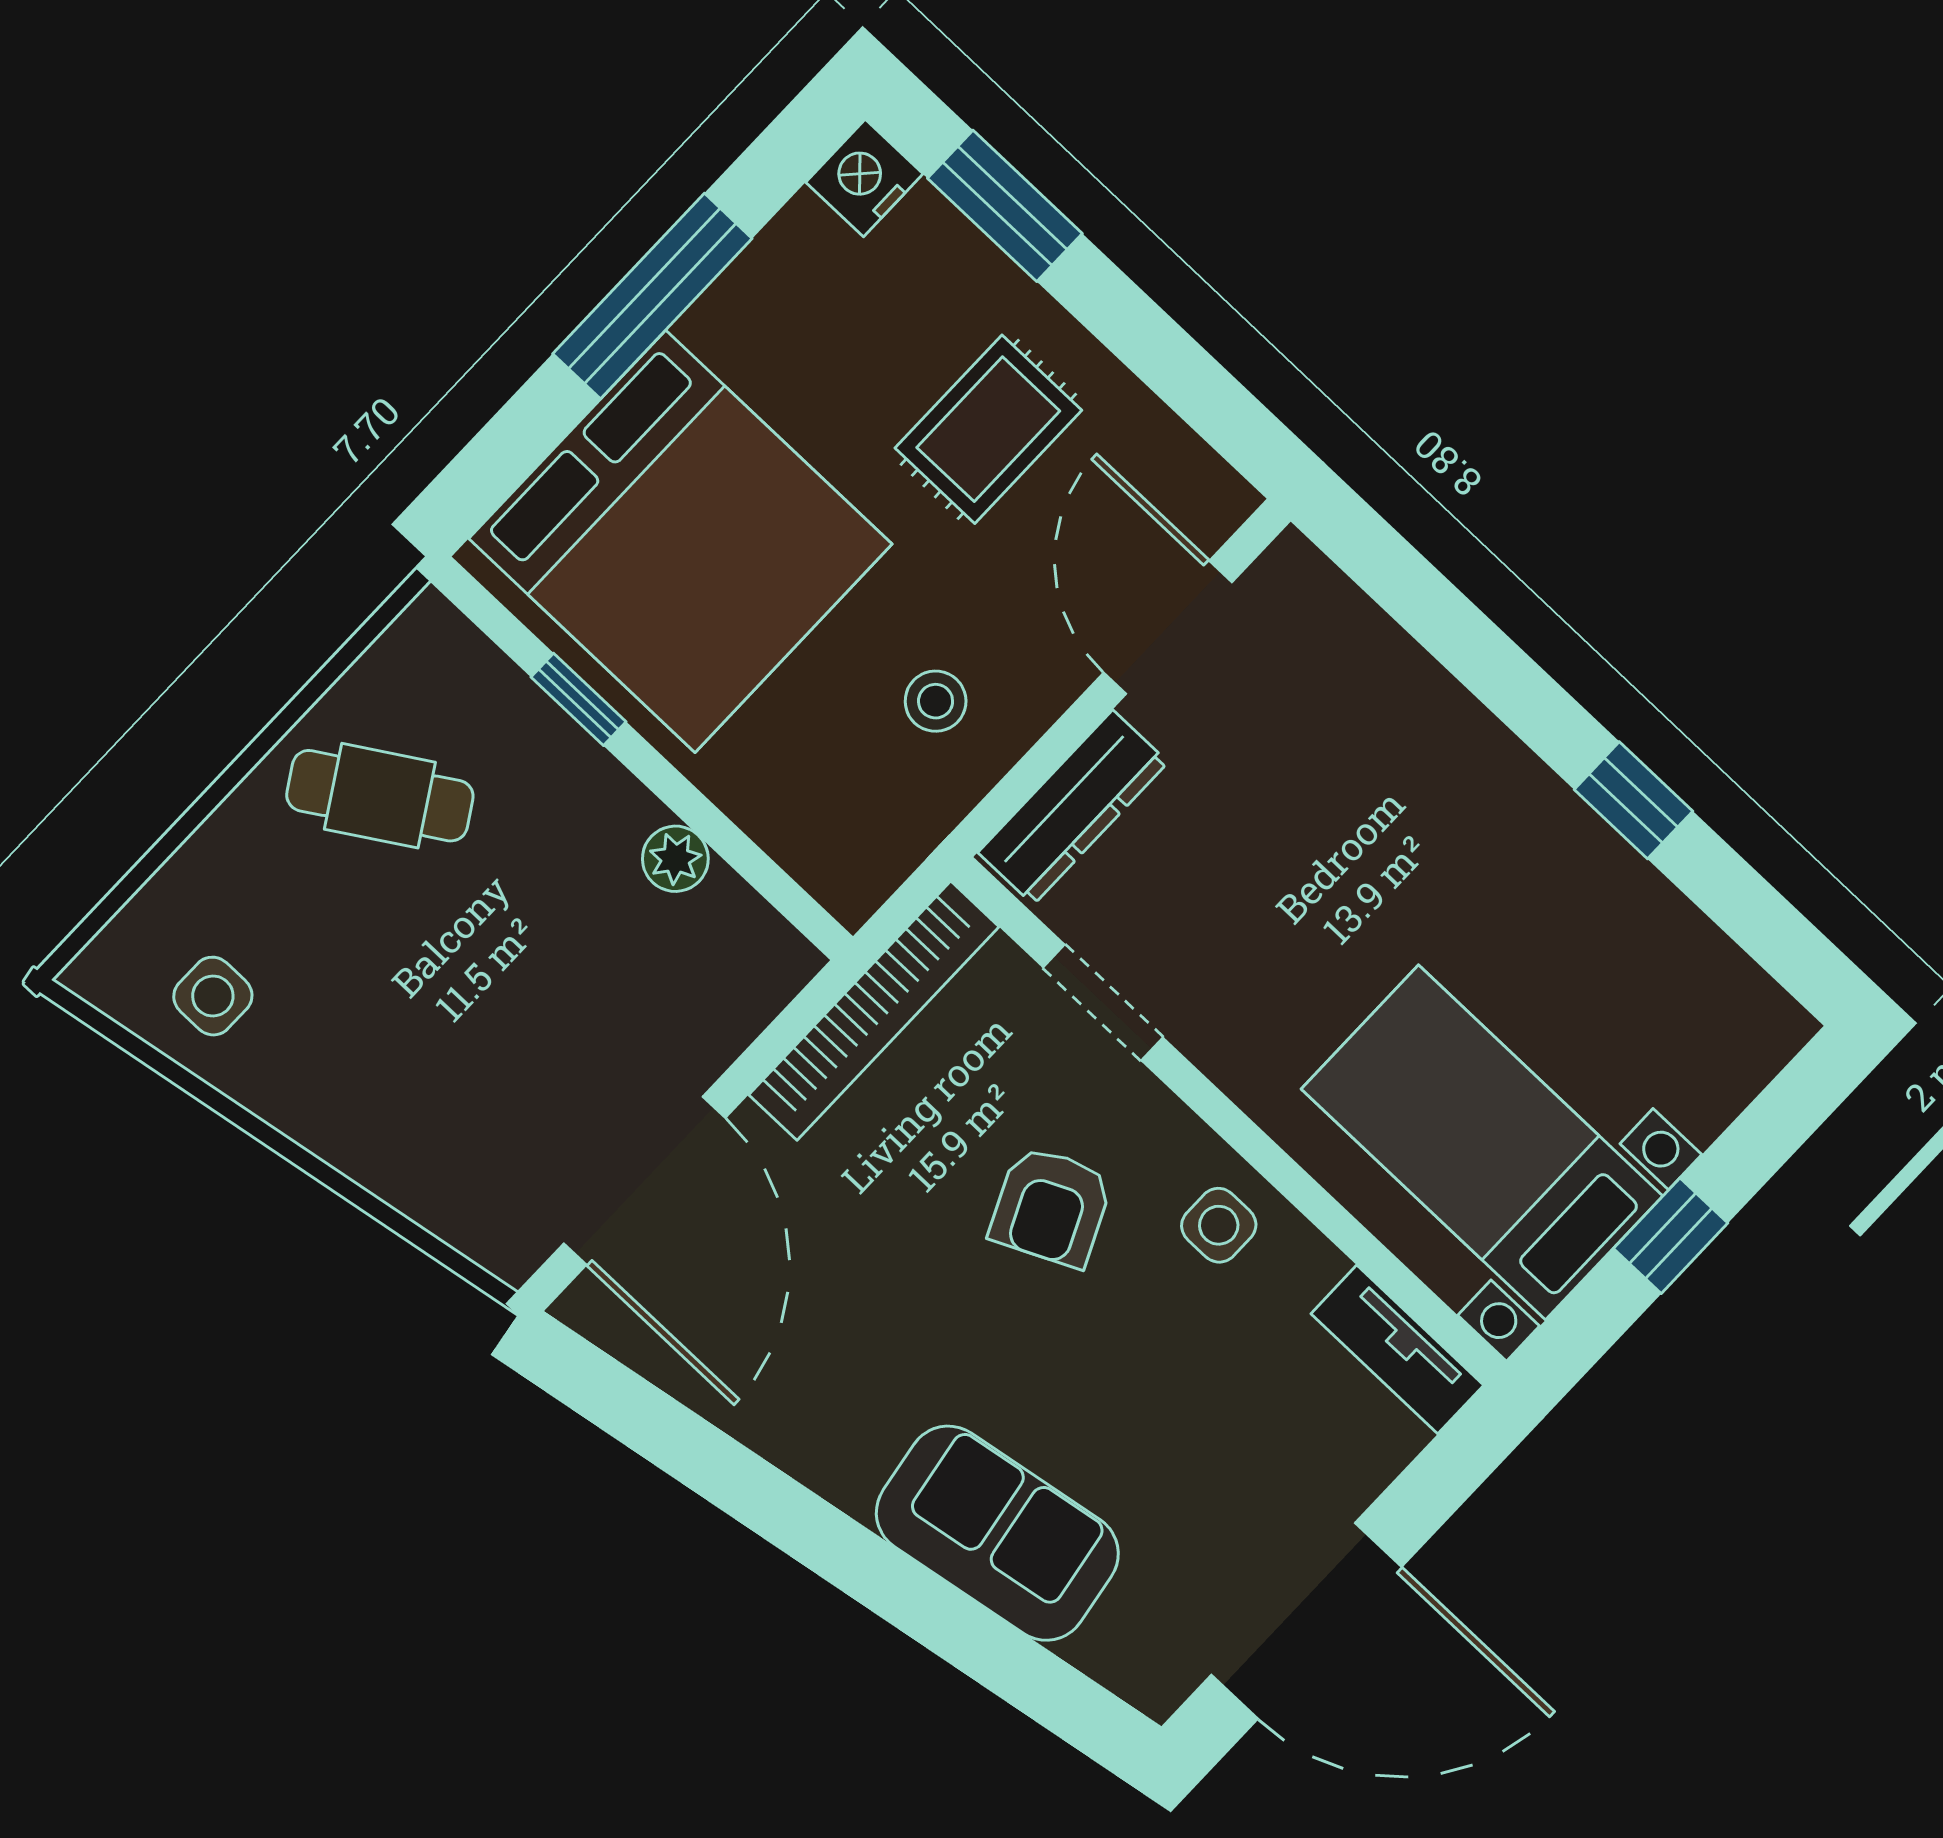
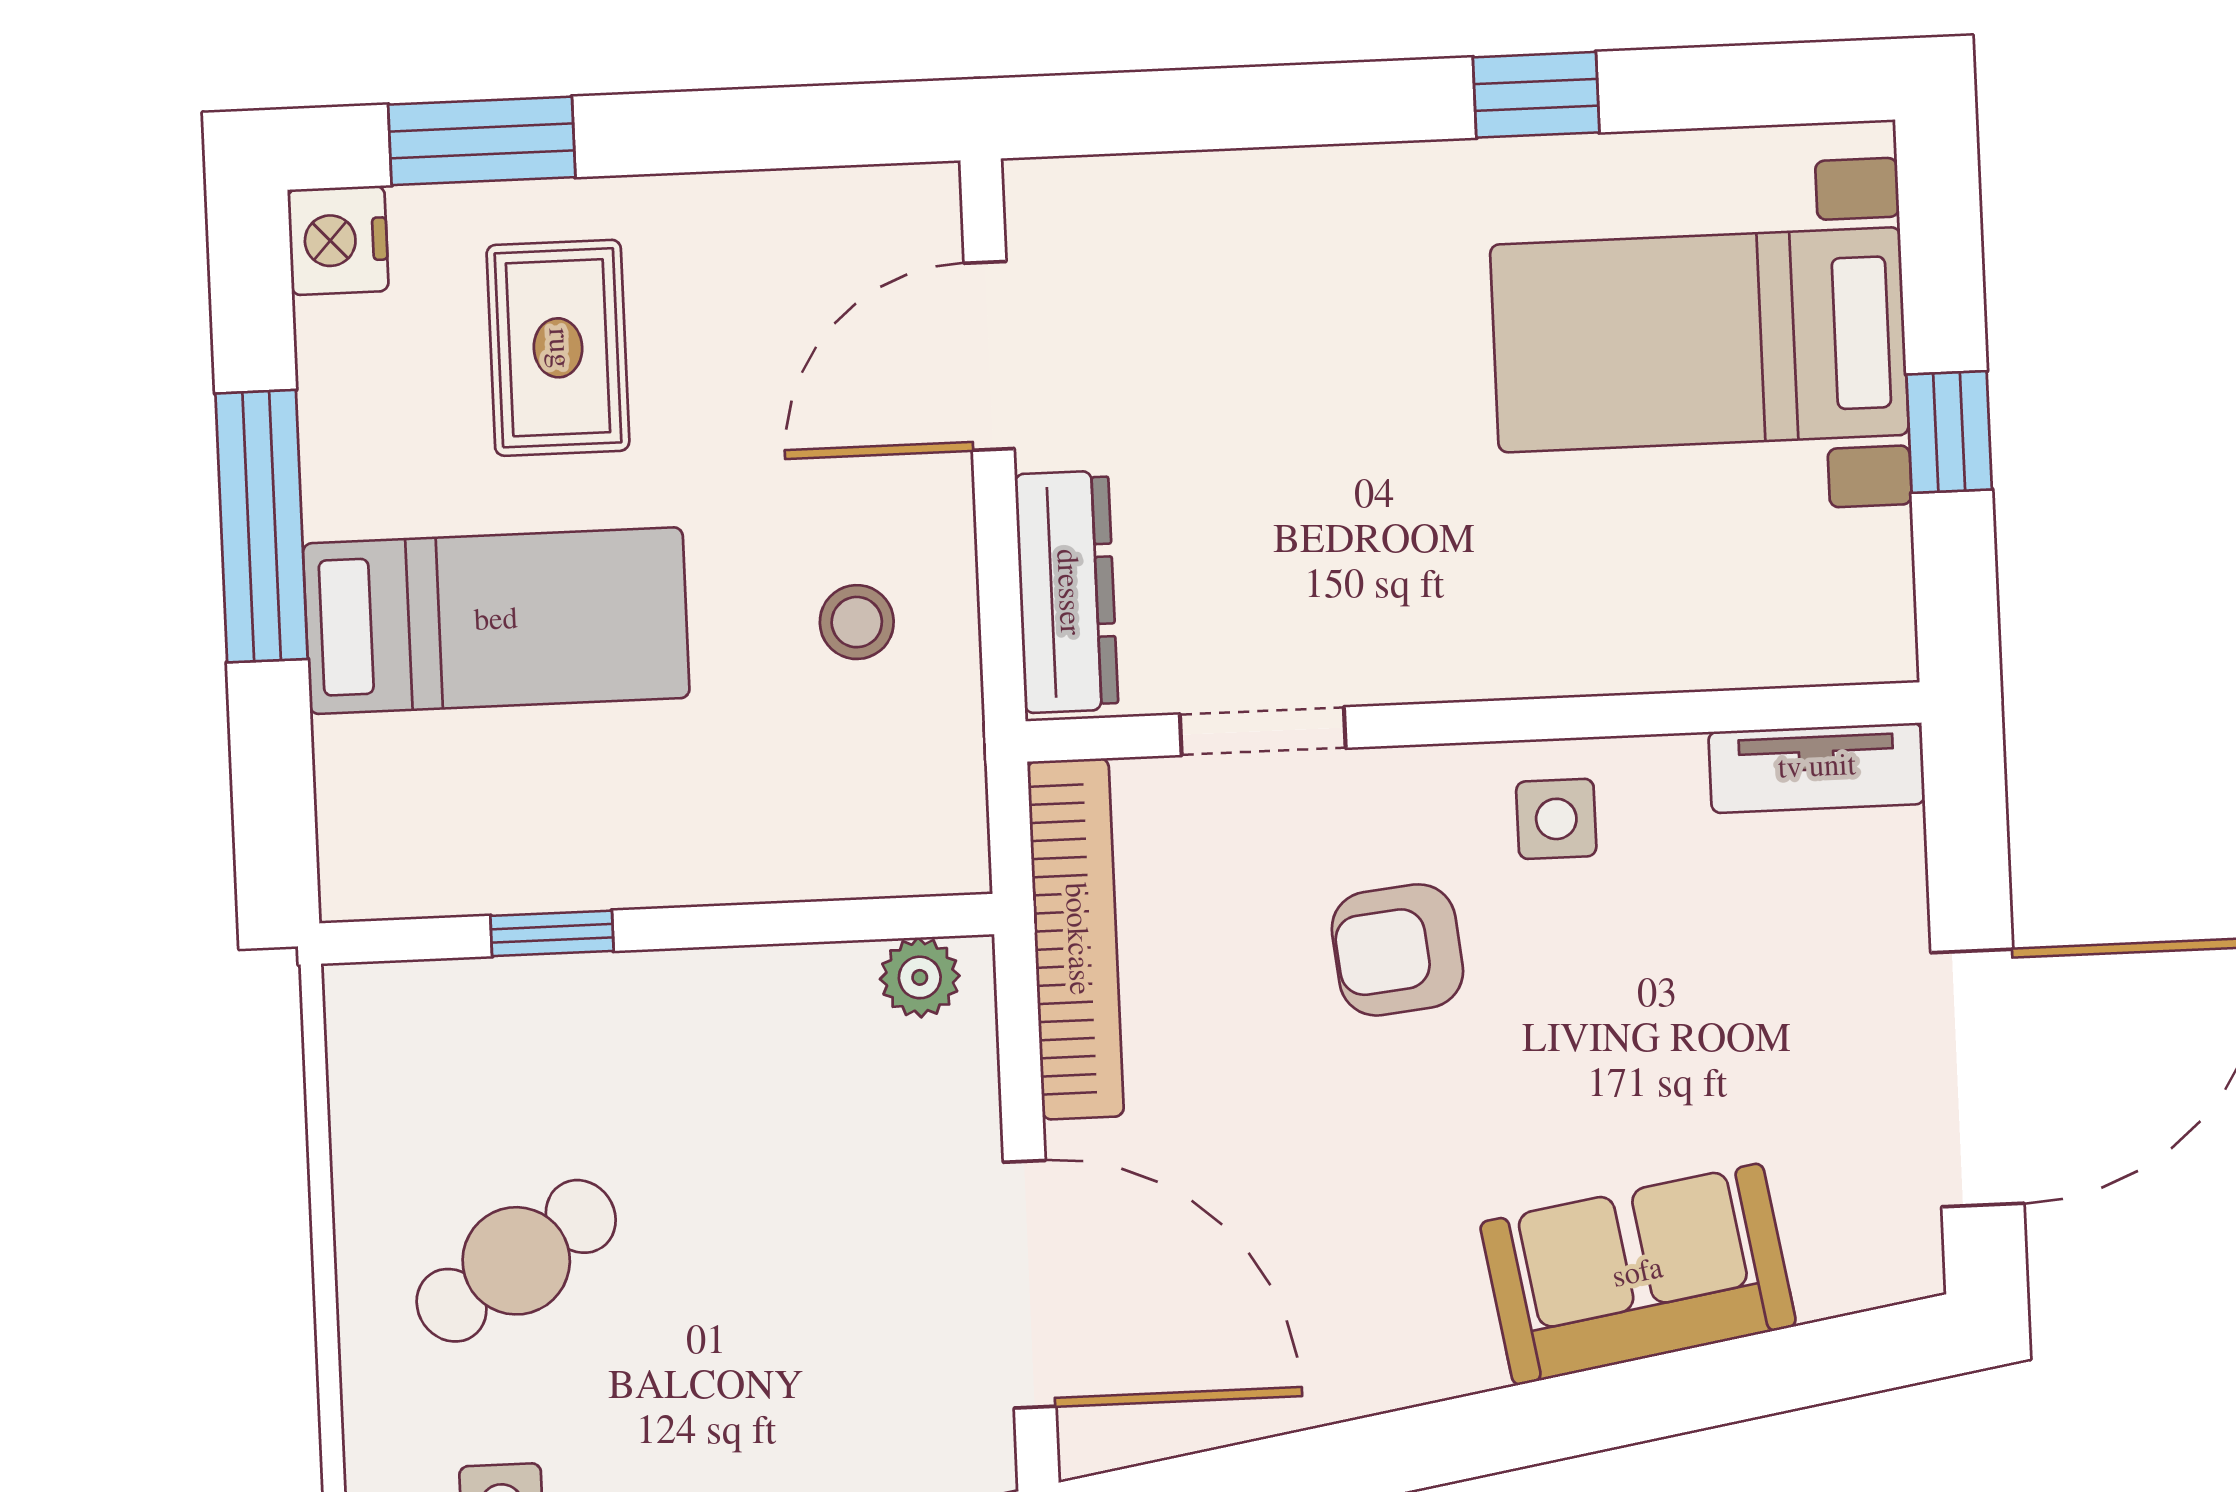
rug: (988, 429) -> (558, 348), moved
bed: (680, 541) -> (496, 621), width x0.49
door: (1168, 627) -> (989, 356), hinge flipped
cafe table: (380, 796) -> (516, 1261), moved
plant: (675, 859) -> (920, 977), moved
bed with nightstands: (1482, 1142) -> (1699, 340), moved
armchair: (1051, 1206) -> (1397, 950), turned 109

